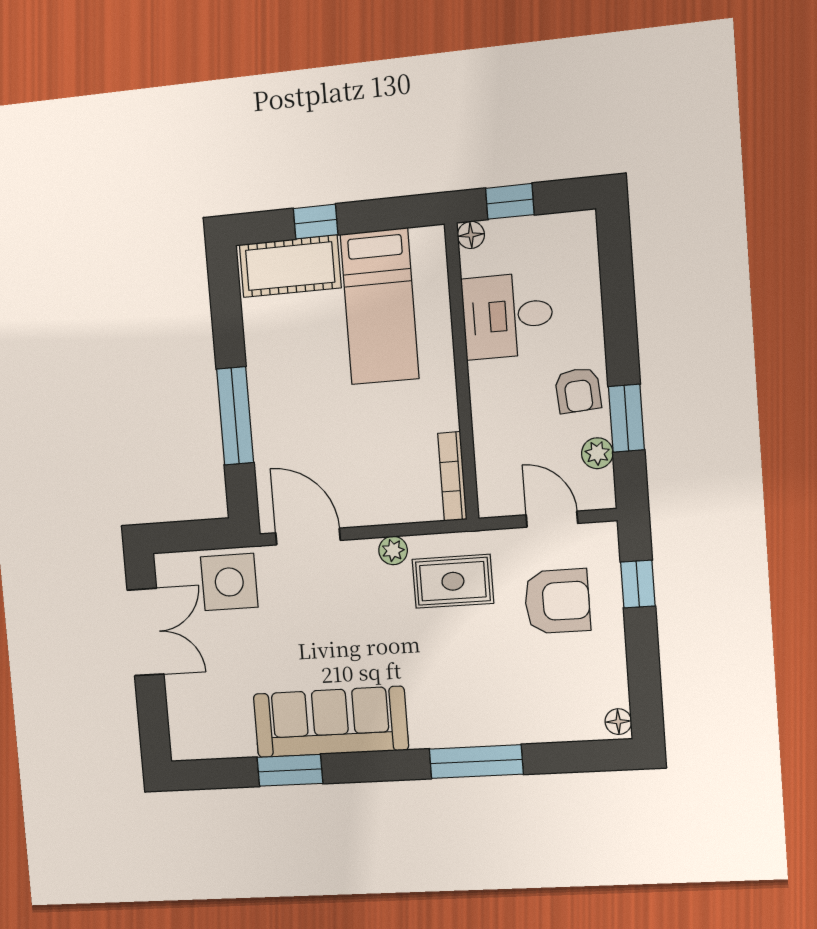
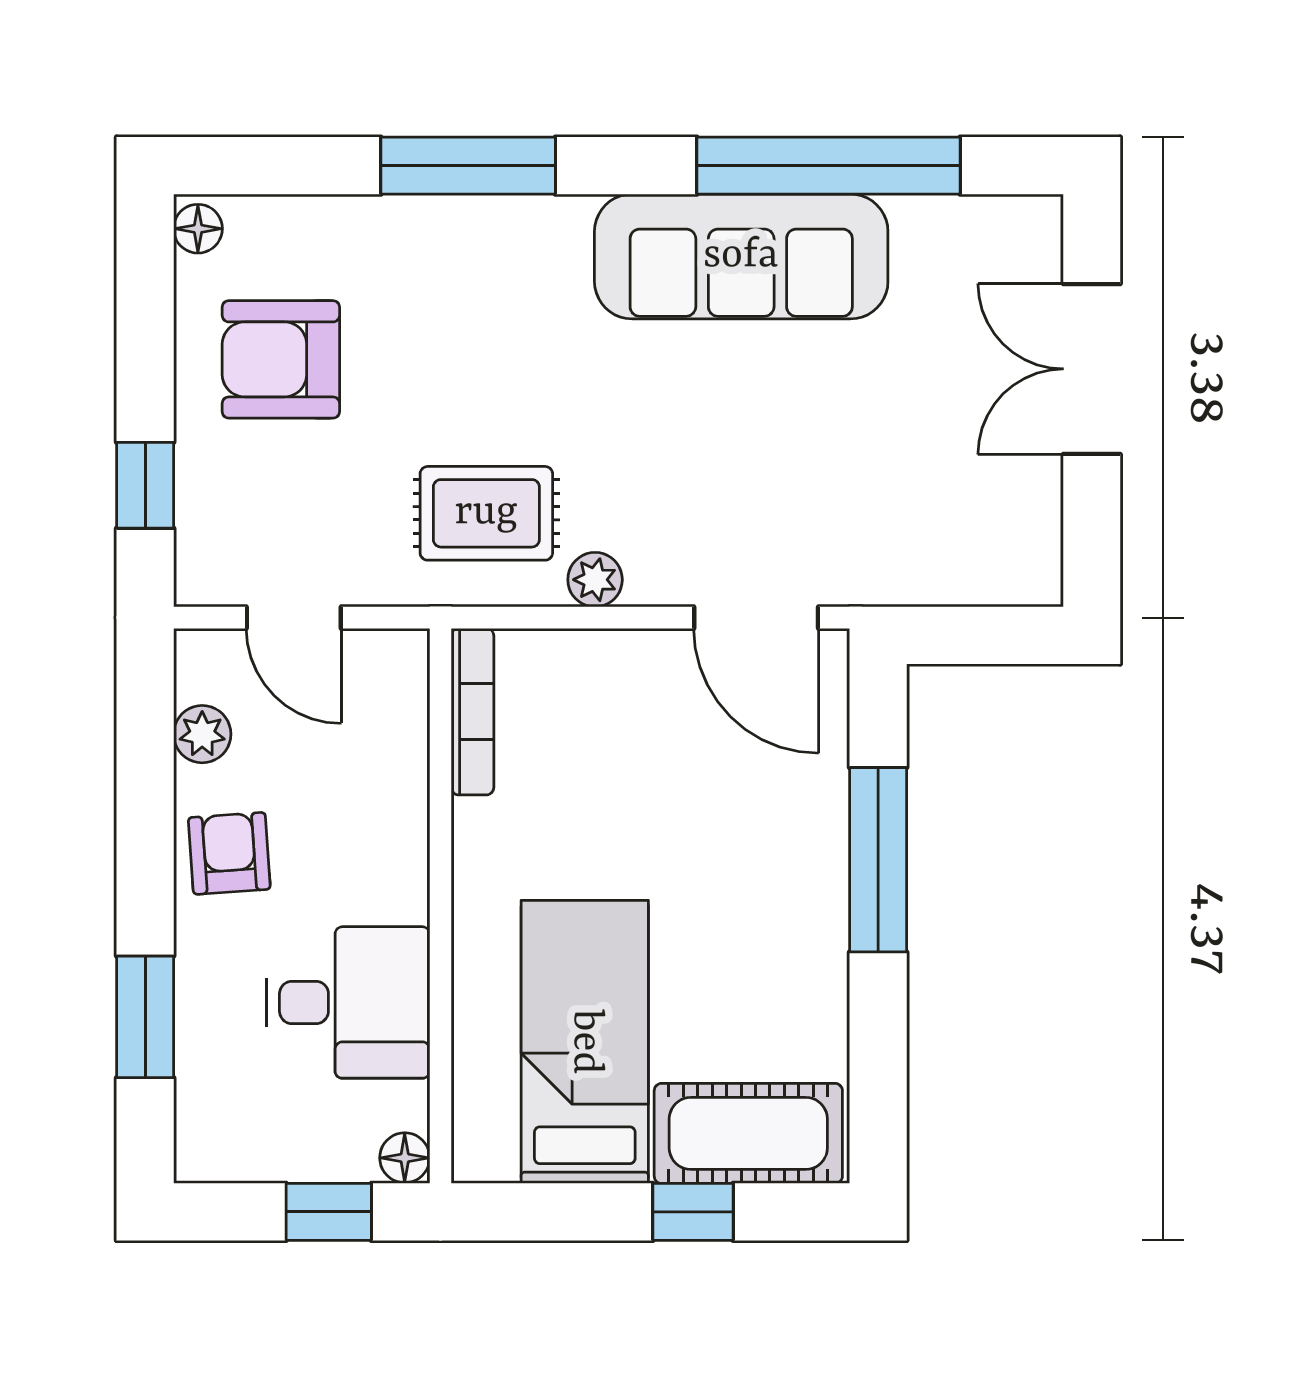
window: (626, 418) -> (145, 1017), moved
side table: (229, 582) -> (917, 540), removed
armchair: (557, 601) -> (281, 359), moved
double door: (146, 632) -> (1092, 369), moved
window: (290, 770) -> (828, 166), width x2.11

